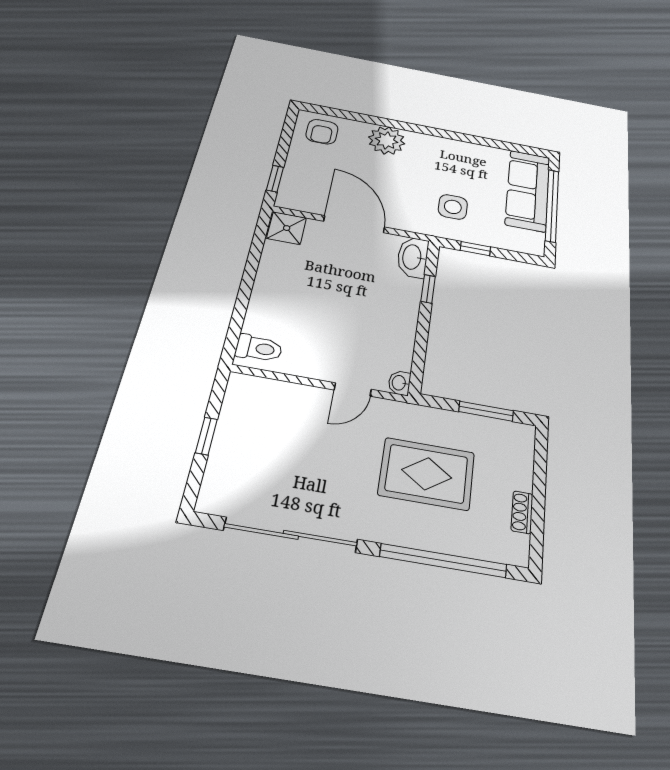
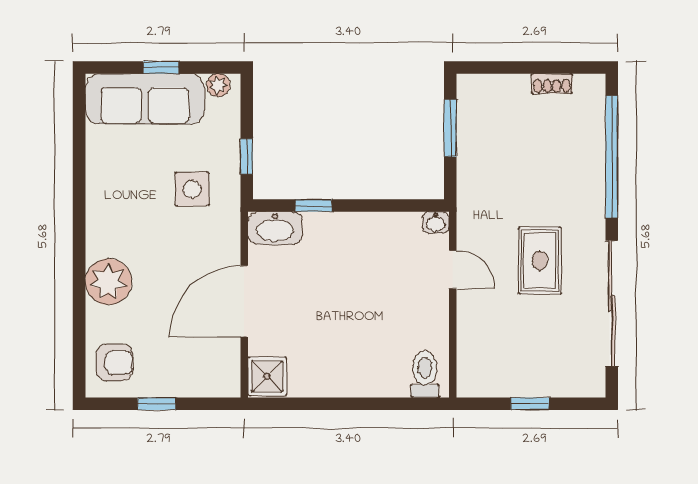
window: (275, 179) -> (157, 404), moved
window: (552, 205) -> (161, 67), width x0.32
plant: (536, 240) -> (218, 85), added
rug: (427, 474) -> (540, 261), moved, width x0.73, depth x0.70

